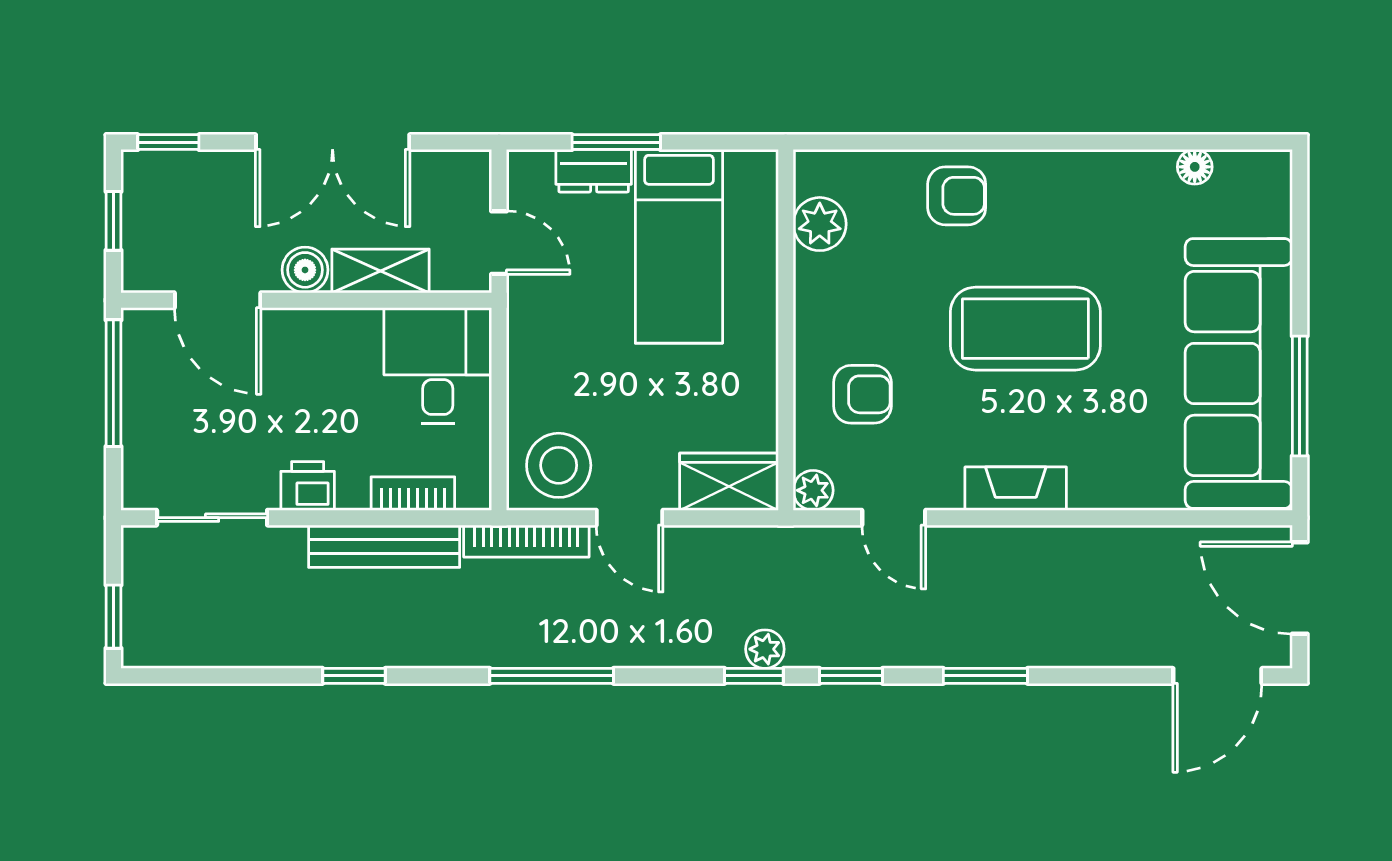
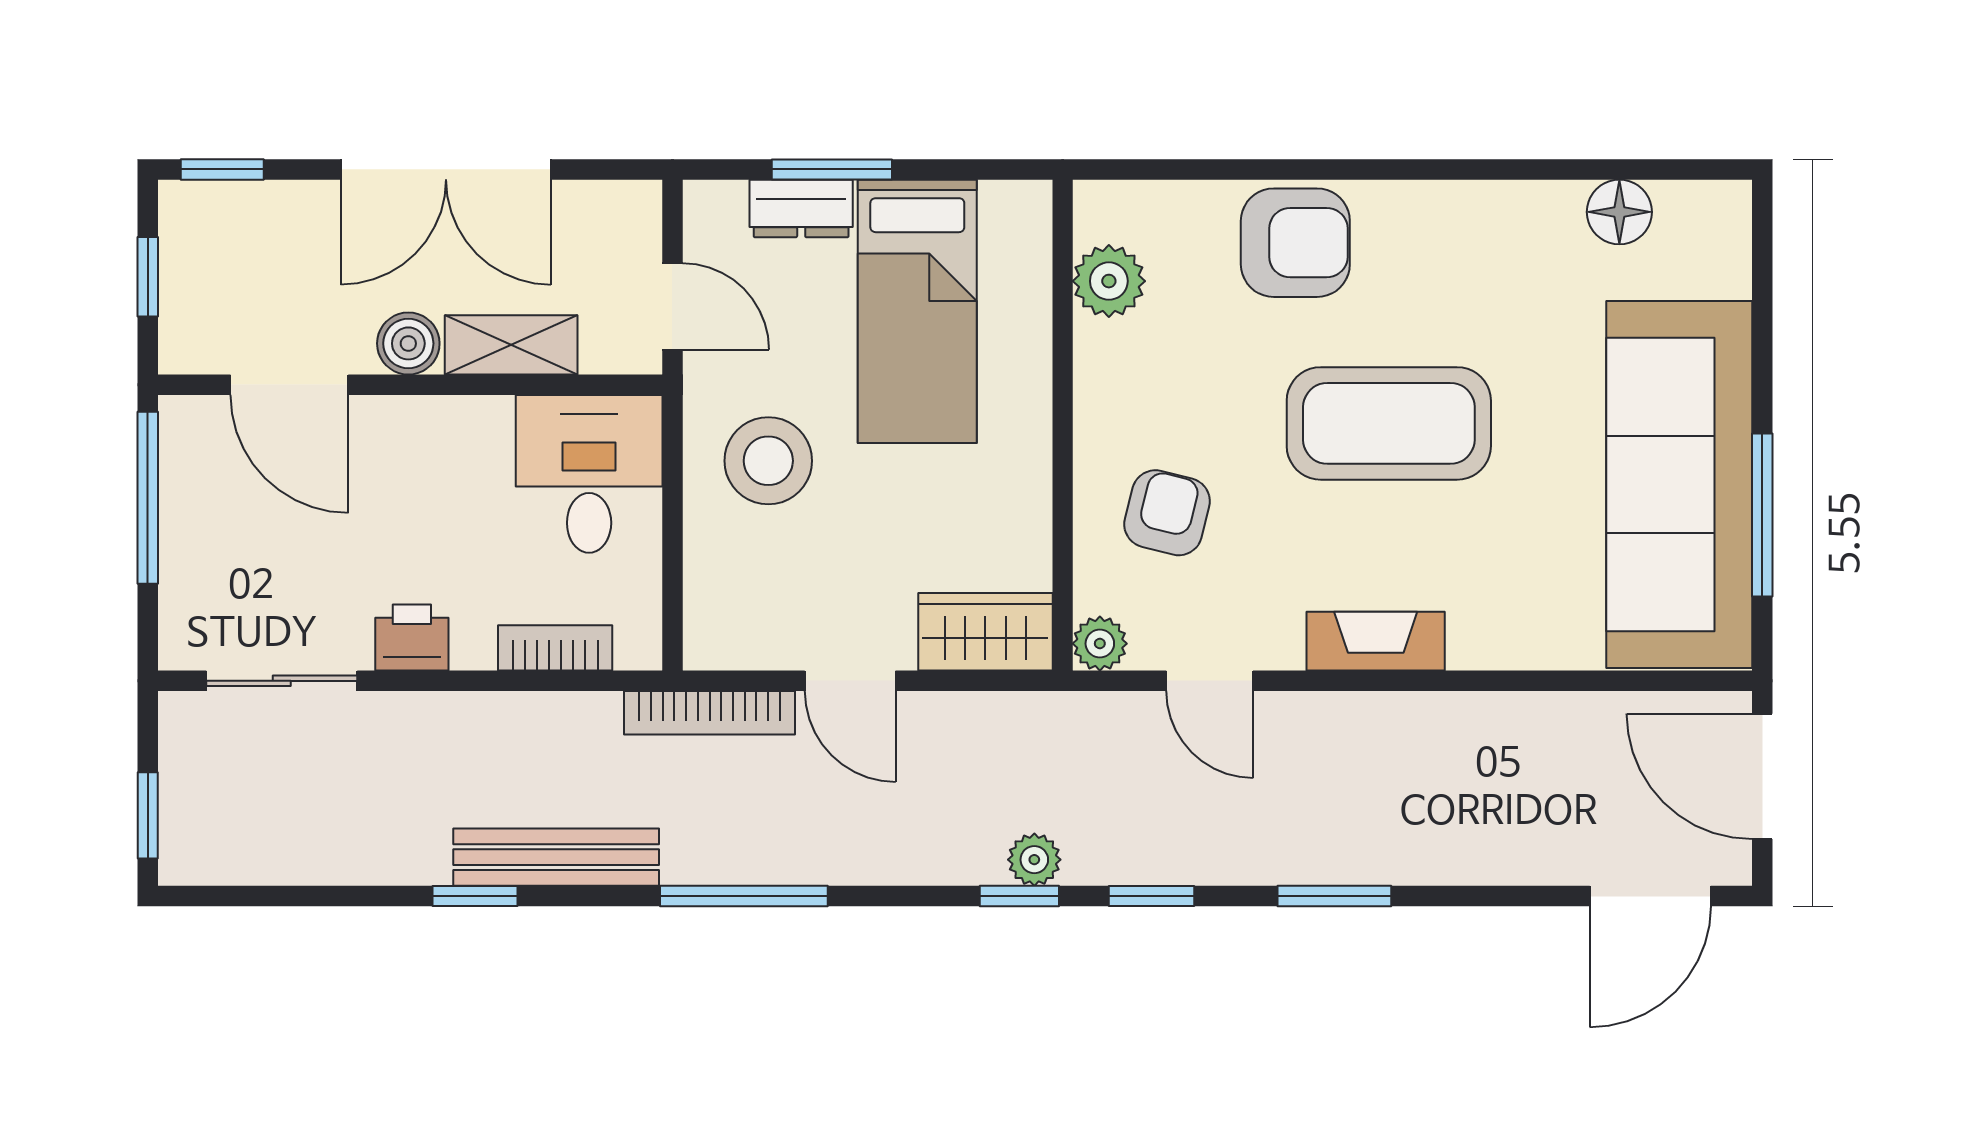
floor lamp: (1195, 167) -> (1619, 212), width x1.37, depth x1.37
armchair: (957, 196) -> (1295, 243), width x1.38, depth x1.38
armchair: (862, 394) -> (1167, 513), turned -76
stool: (559, 465) -> (768, 461), moved
bench: (384, 546) -> (556, 857), moved

